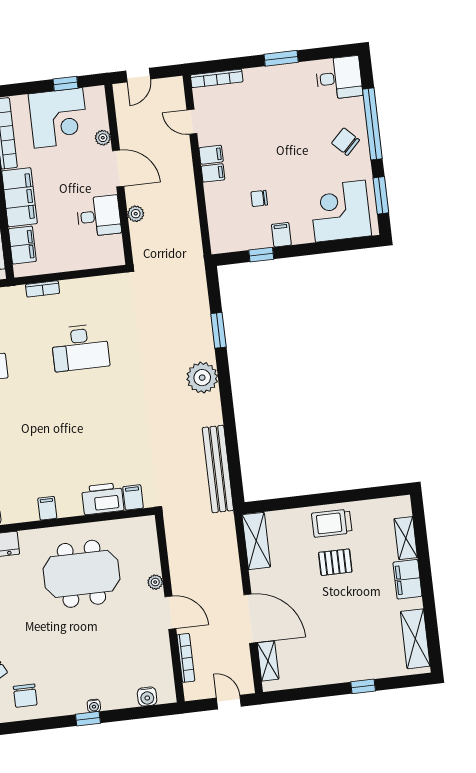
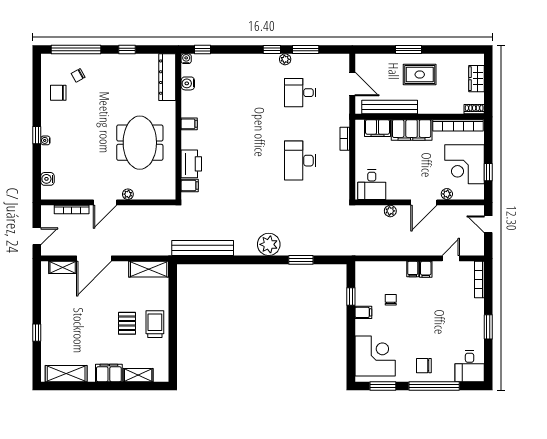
chair: (346, 142) -> (424, 366), turned -135
desk: (99, 216) -> (372, 185), moved

